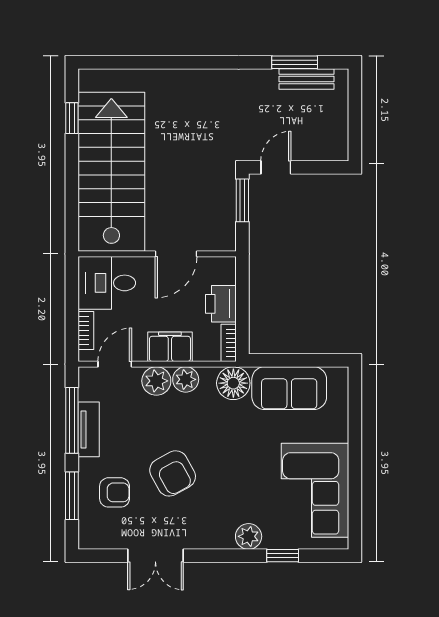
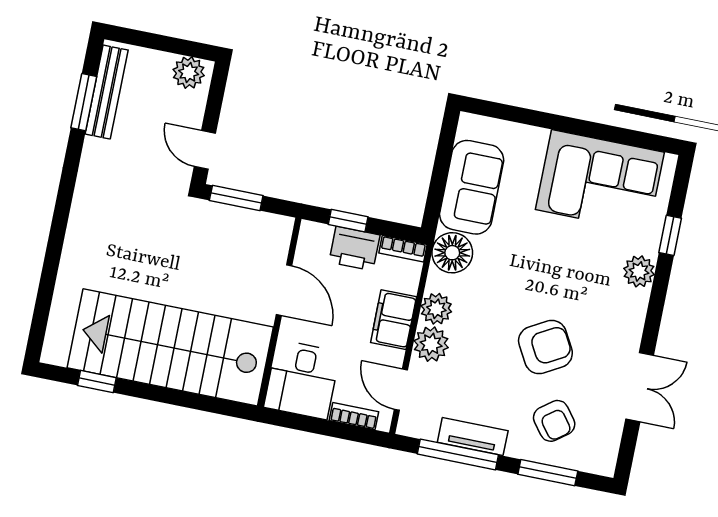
bench: (306, 79) -> (107, 92), width x1.36
plant: (336, 142) -> (189, 73), added
window: (242, 294) -> (348, 221), added
armchair: (115, 492) -> (554, 421), turned 143

